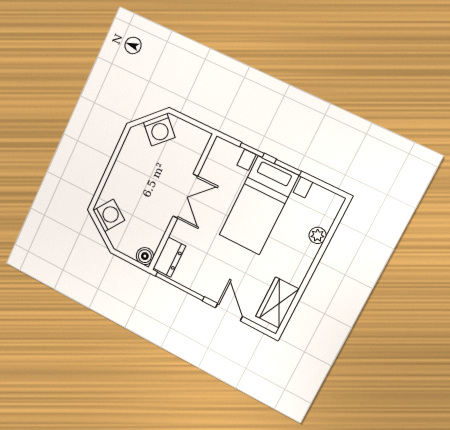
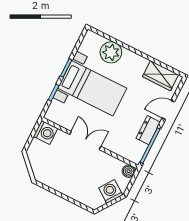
washing machine: (159, 130) -> (46, 132), moved, turned 45
washing machine: (109, 215) -> (111, 191), moved
plant: (318, 235) -> (111, 52), width x1.87, depth x1.87
dresser: (169, 257) -> (148, 130), moved, turned -90

